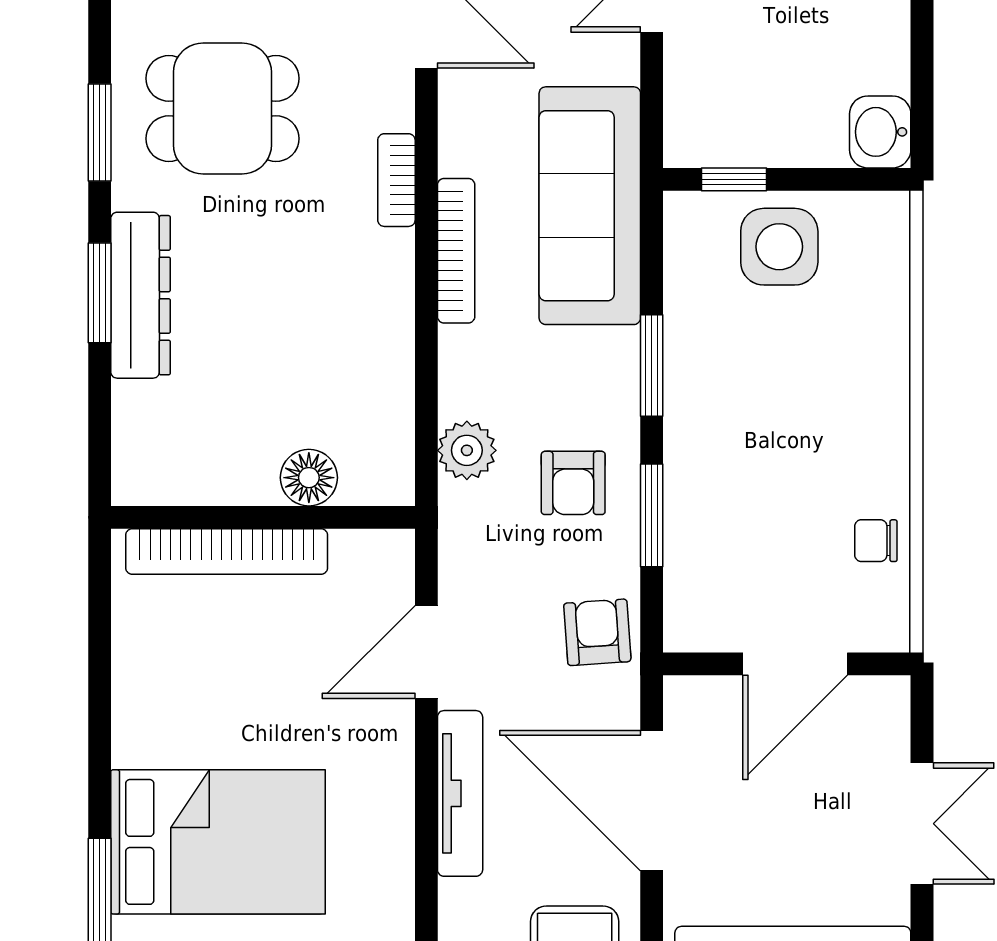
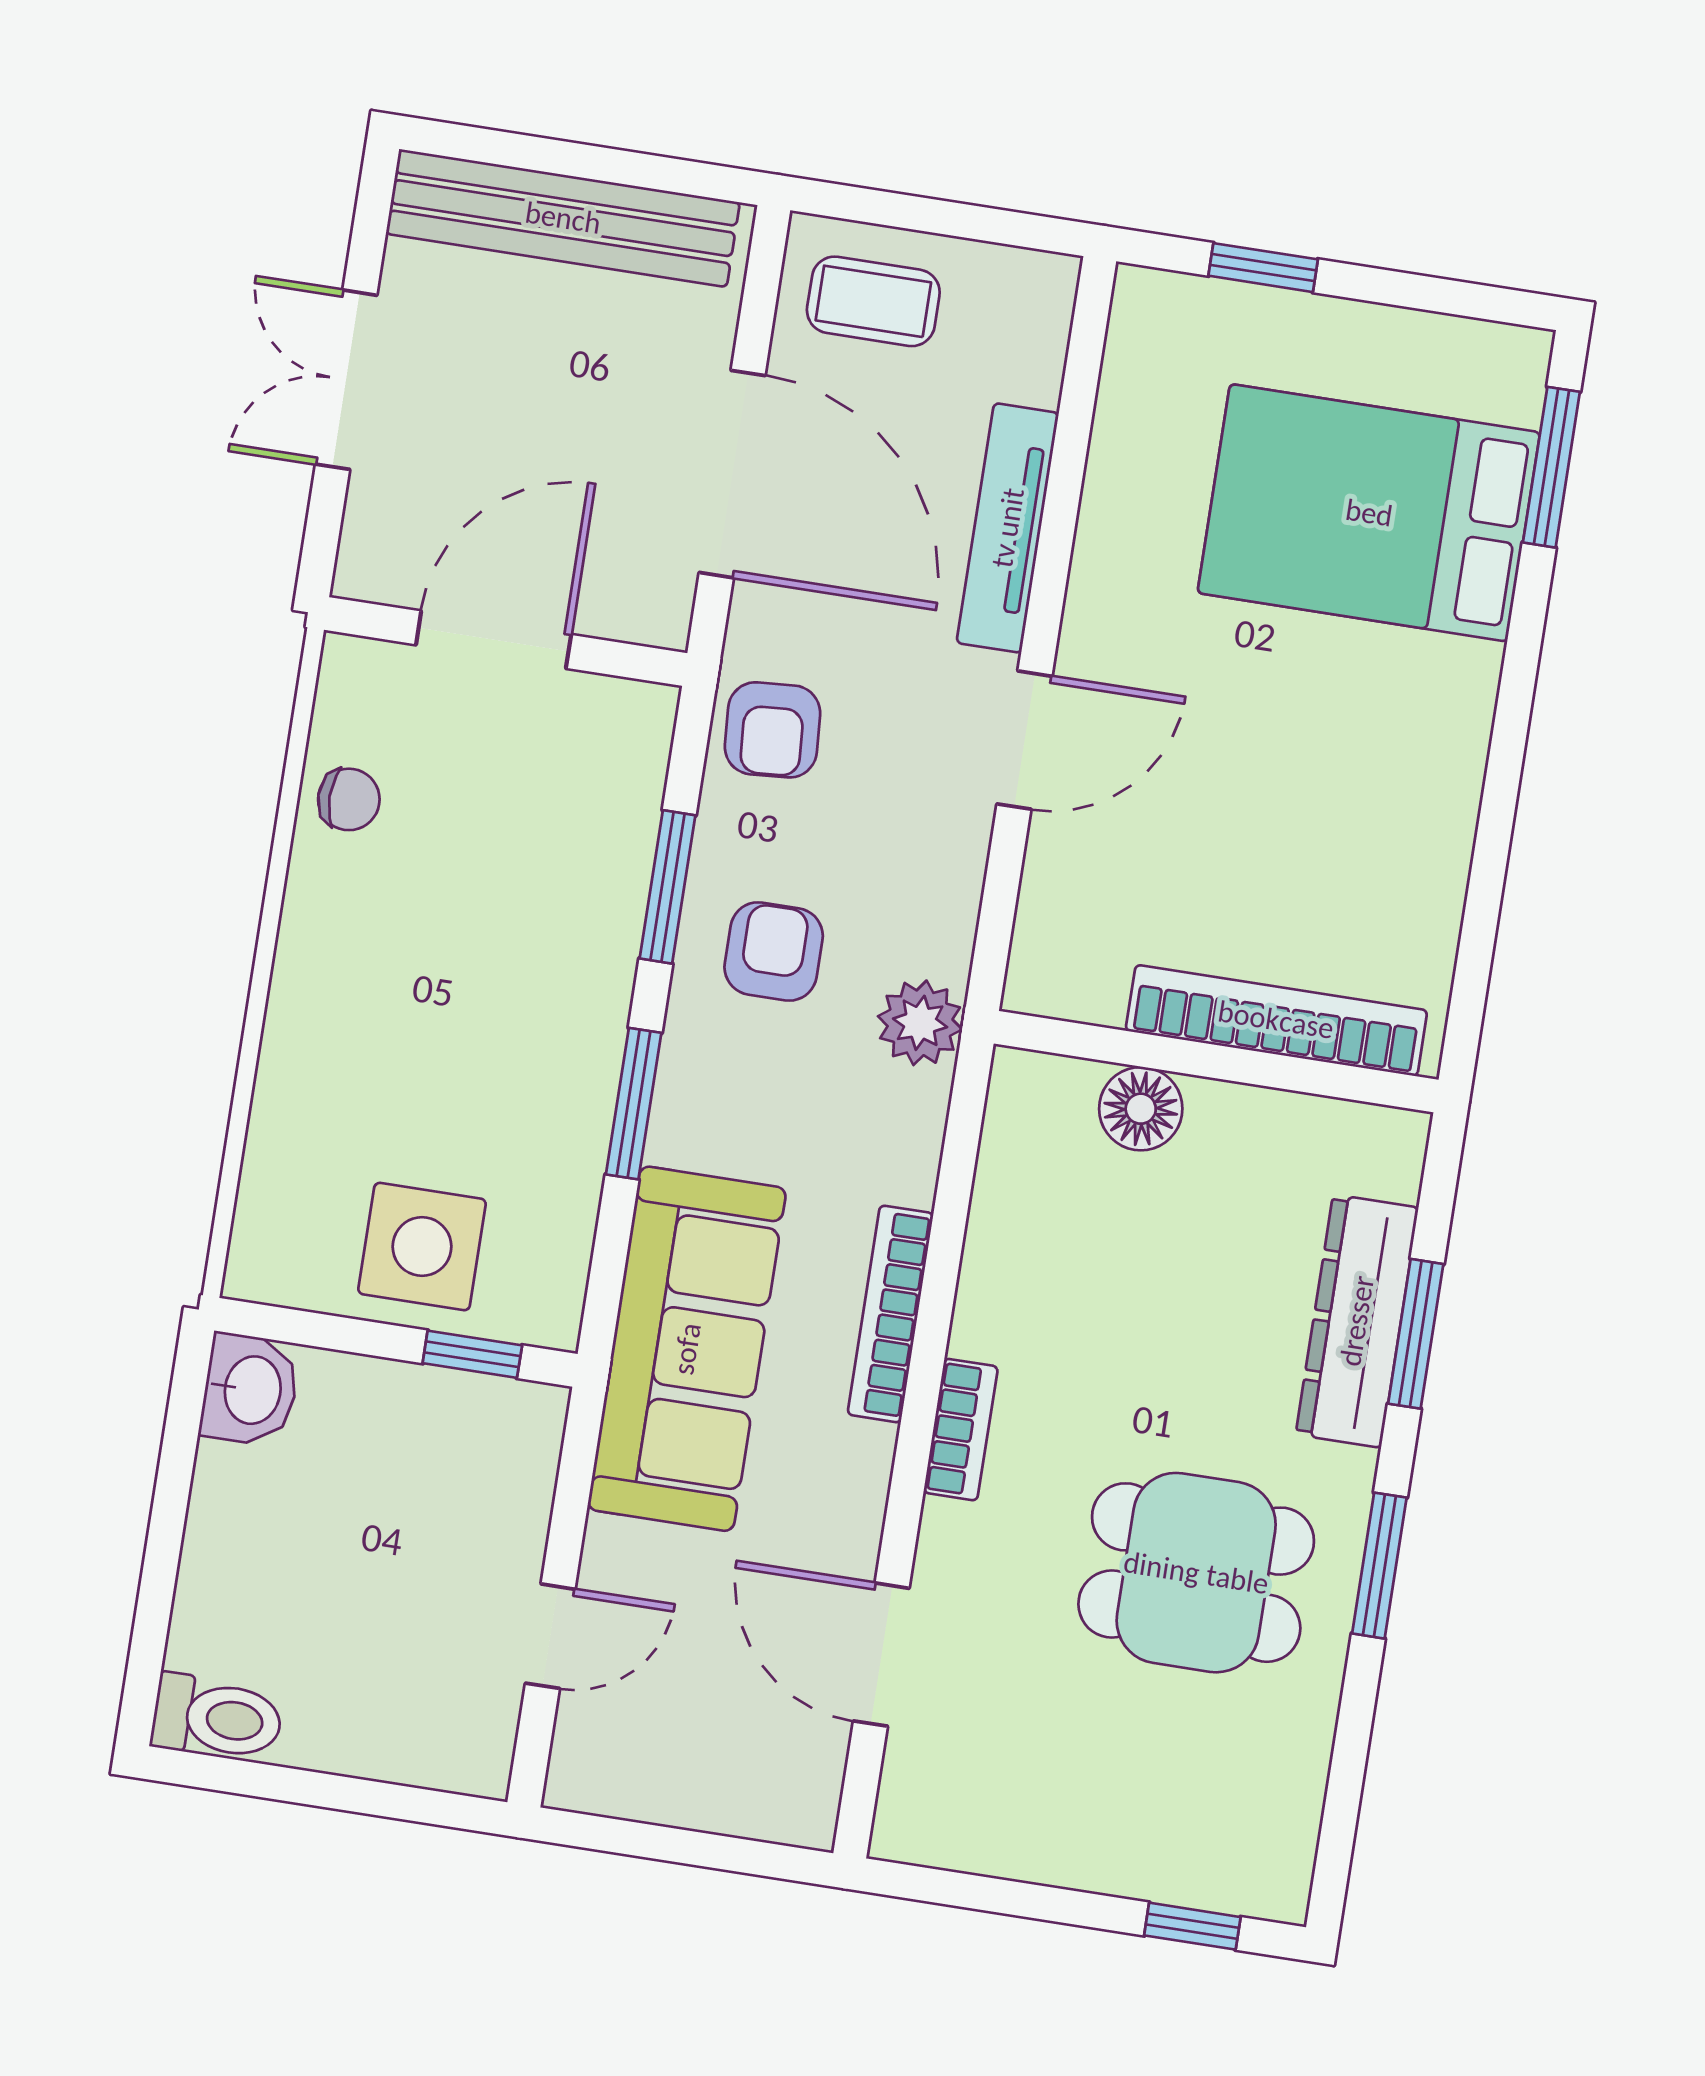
floor lamp: (309, 478) -> (1141, 1109), moved
wall: (263, 517) -> (1216, 1062), moved
bookcase: (227, 551) -> (1276, 1020), moved

